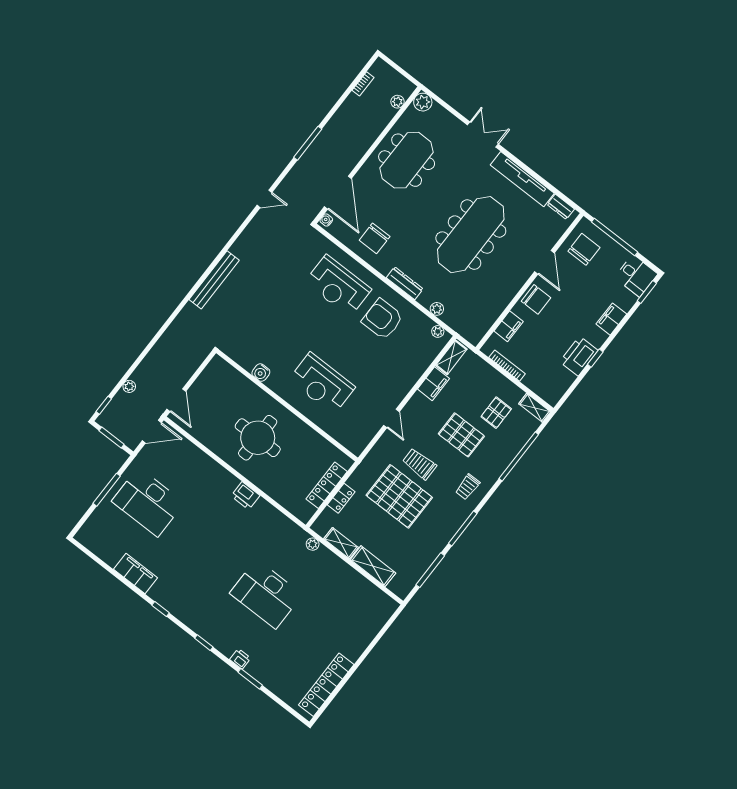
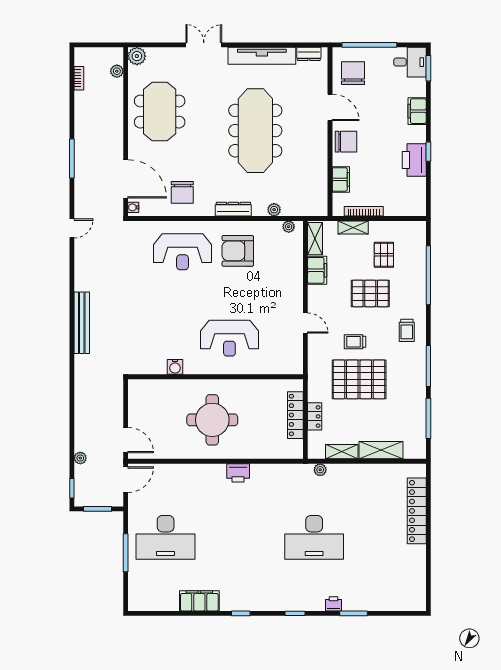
shelving: (535, 408) -> (353, 227), moved
trolley: (419, 464) -> (355, 342), width x0.73, depth x0.72
locker: (326, 685) -> (417, 511), moved

